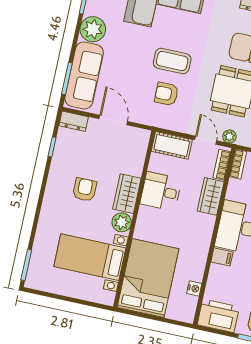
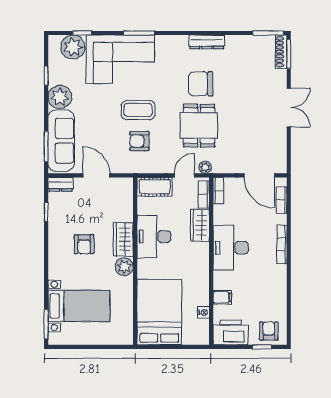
door: (206, 140) -> (184, 175), hinge flipped
armchair: (85, 190) -> (84, 244), turned 180
desk: (161, 191) -> (154, 237), width x1.37
bed with nightstands: (90, 257) -> (79, 306), moved, turned 180
filing cabinet: (222, 257) -> (222, 297), moved

